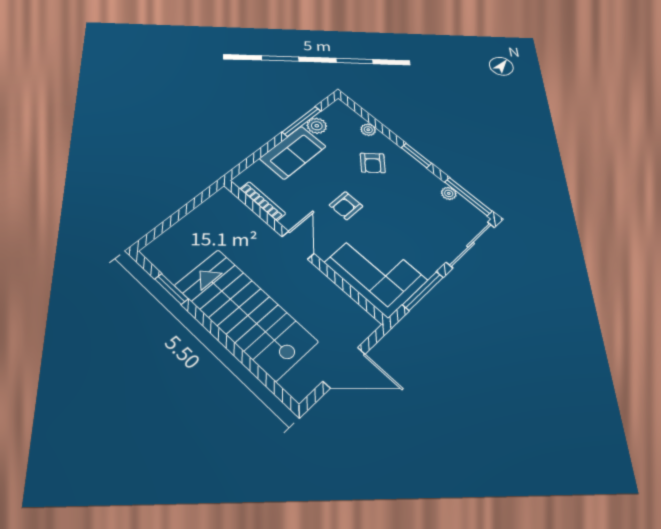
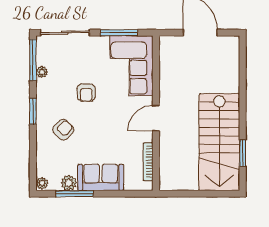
plant: (368, 130) -> (42, 183), moved
armchair: (346, 206) -> (86, 93), moved, turned 90
stairs: (246, 313) -> (219, 142), moved

